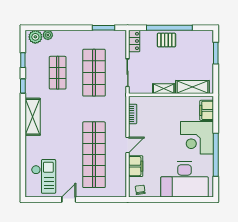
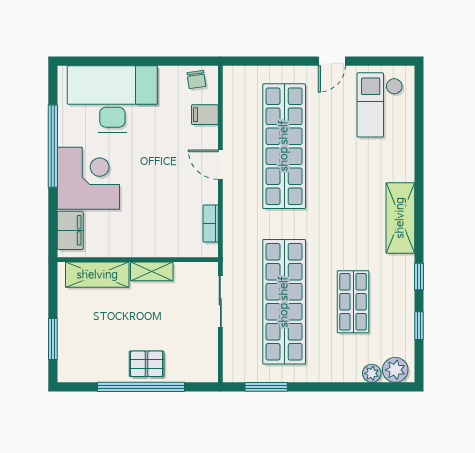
locker: (134, 41) -> (208, 362), removed
shop shelf: (94, 73) -> (284, 302), width x1.40
door: (128, 145) -> (220, 165), hinge flipped
filing cabinet: (136, 166) -> (205, 115), width x0.50

